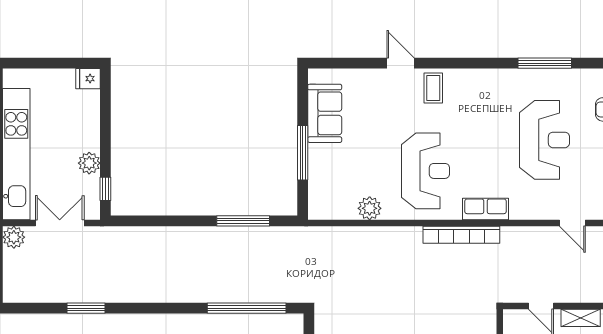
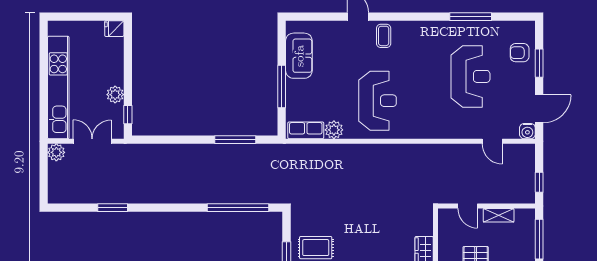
row of seats: (485, 209) -> (306, 130), moved
bookcase: (461, 235) -> (406, 150), removed

